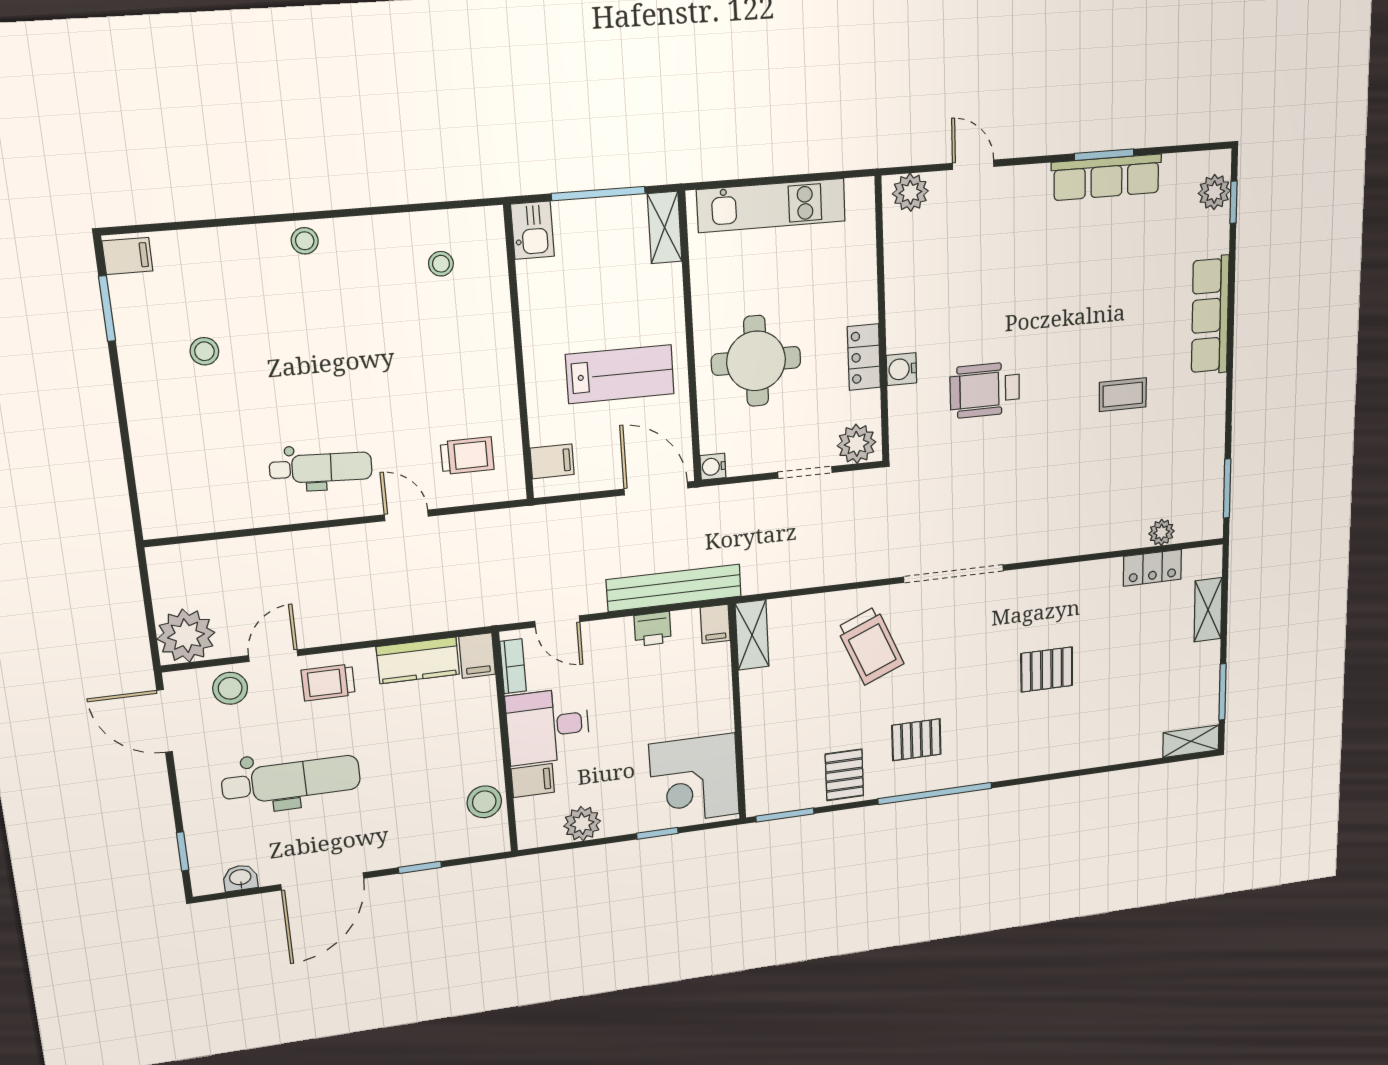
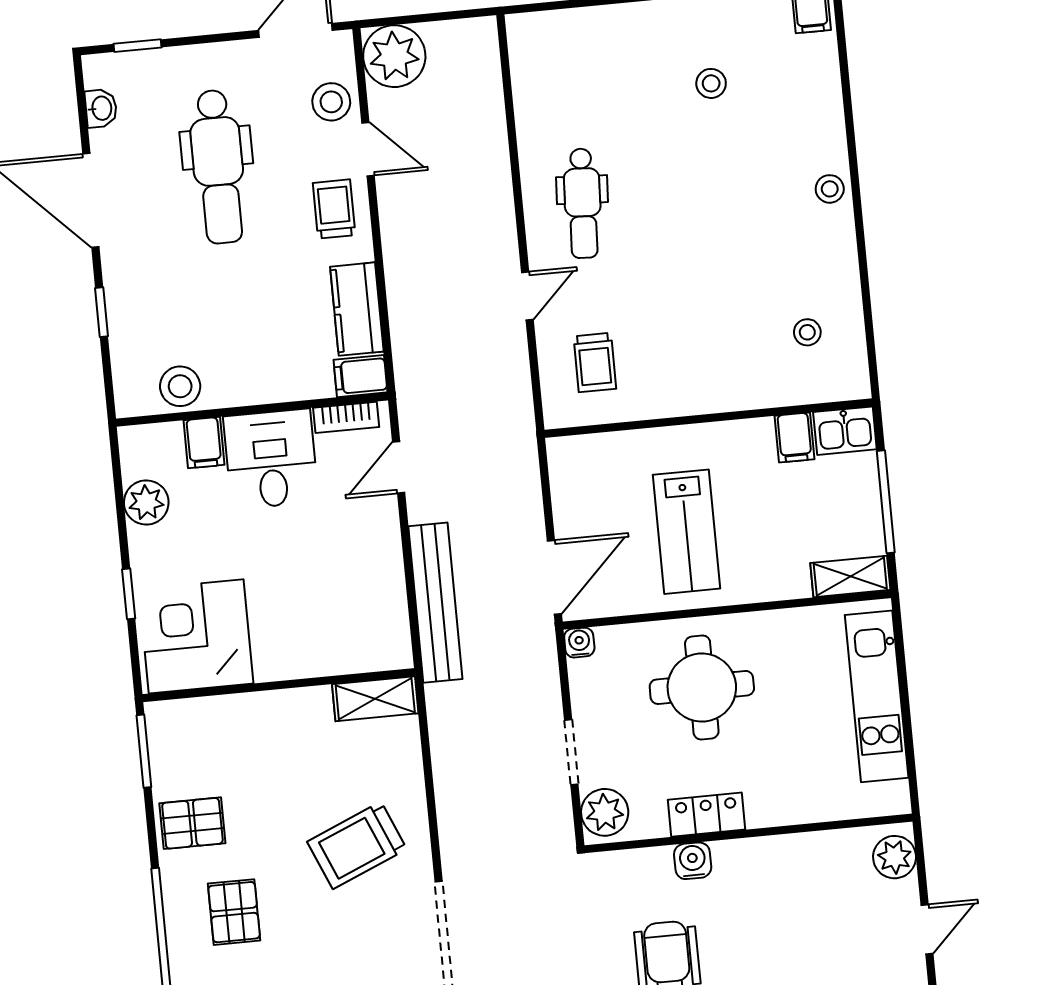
filing cabinet: (552, 461) -> (795, 438), moved
filing cabinet: (715, 624) -> (390, 654), removed
printer: (653, 629) -> (386, 579), removed

